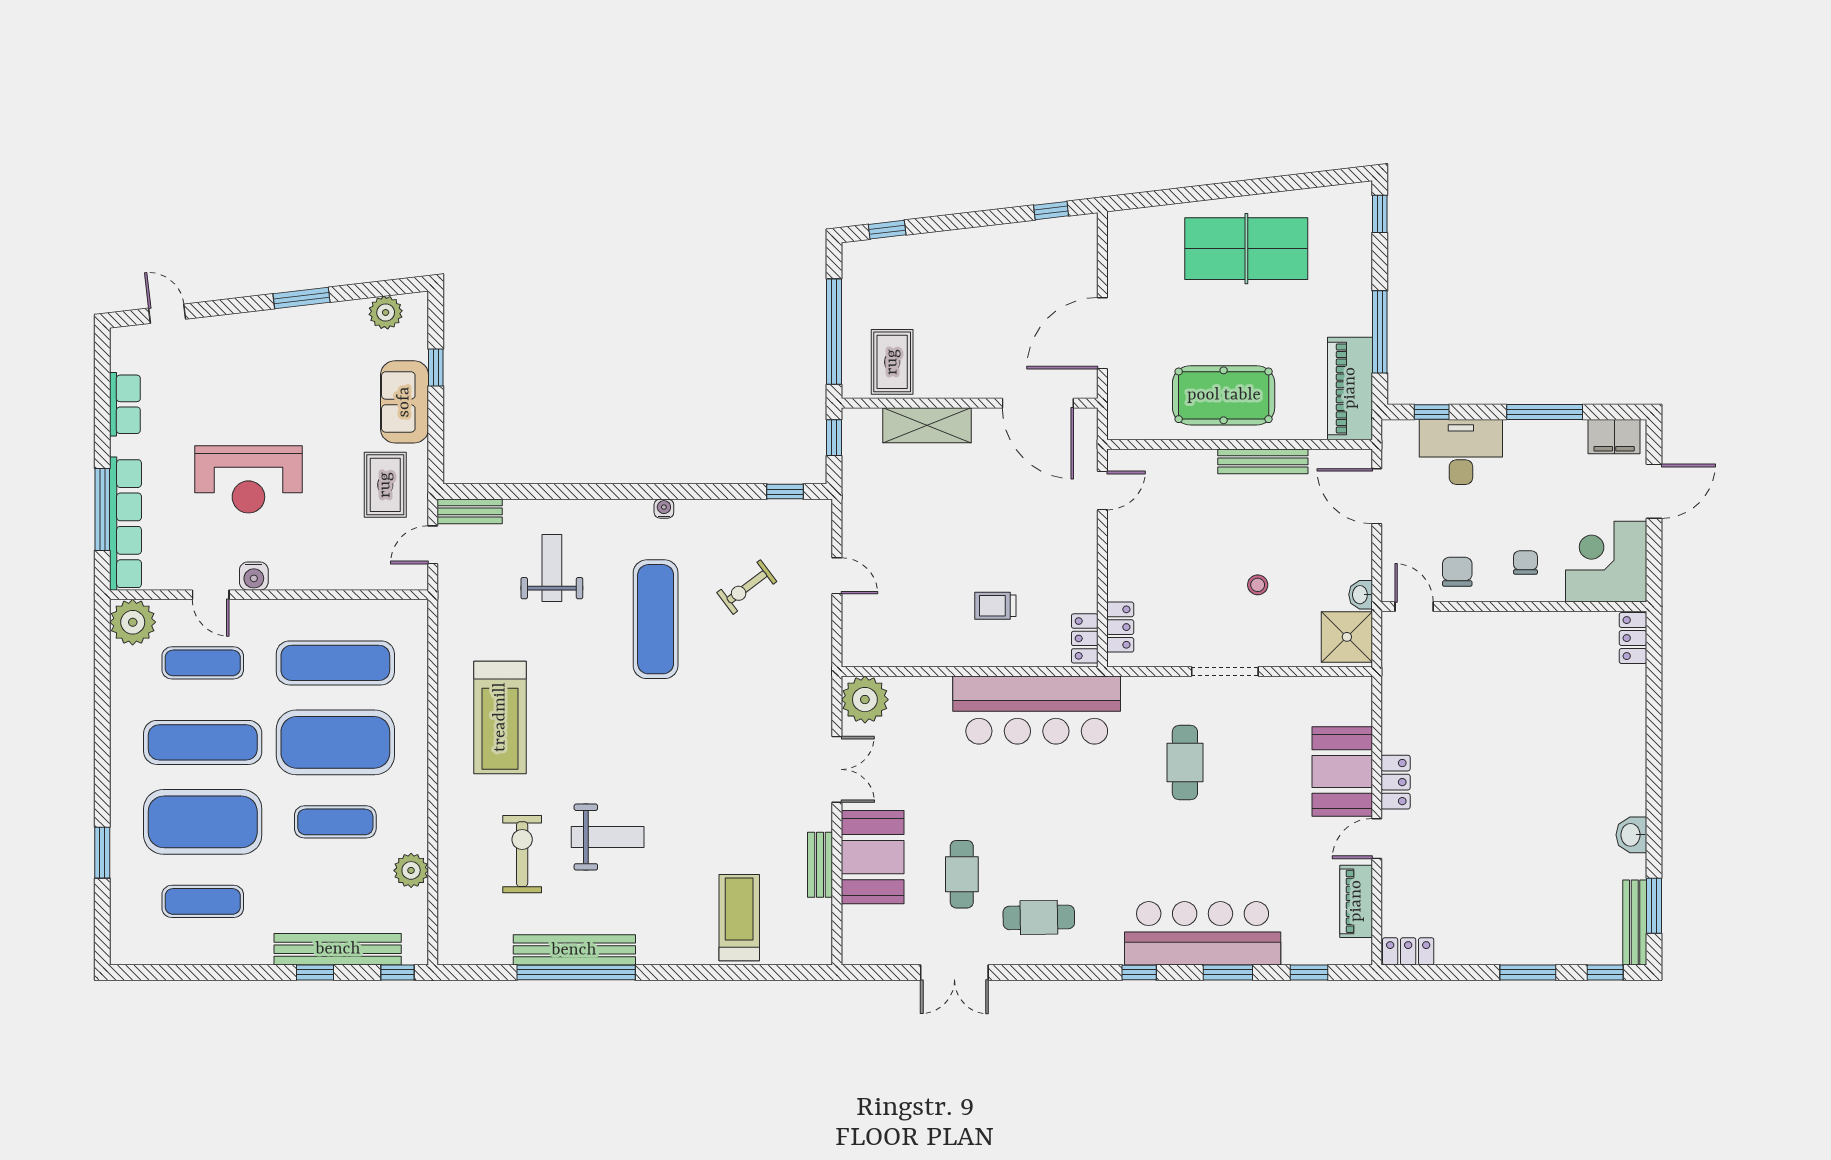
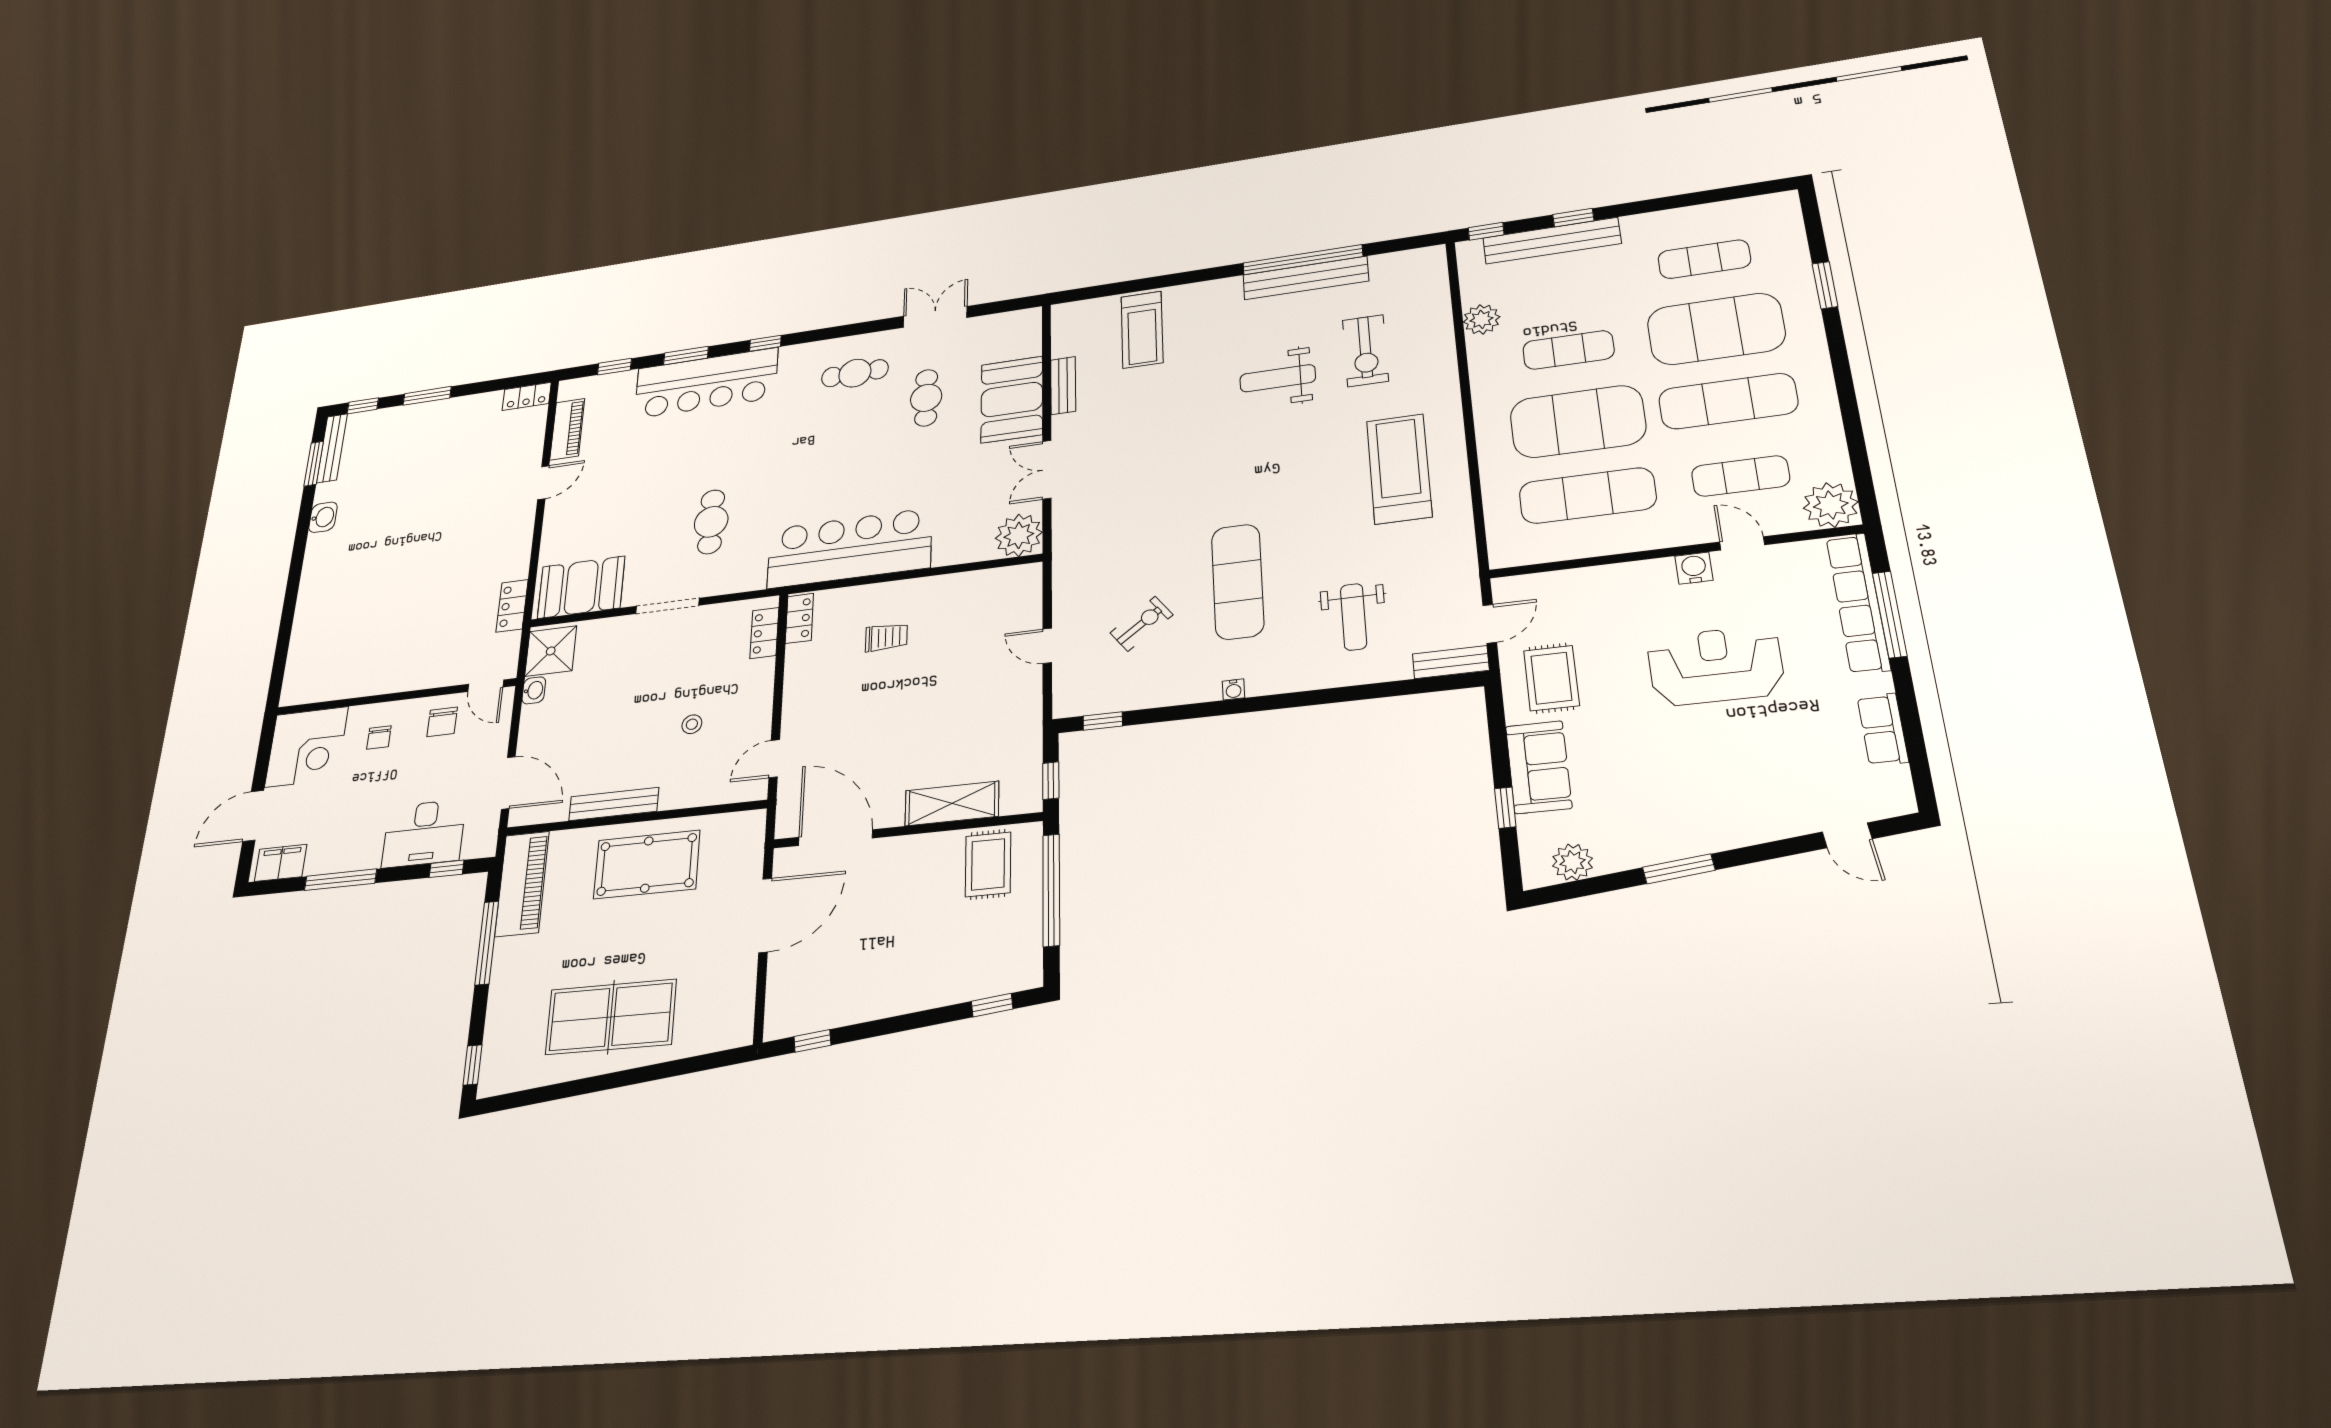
stool: (1258, 585) -> (692, 724), moved
locker: (1633, 638) -> (294, 682), removed
booth: (1342, 771) -> (581, 587), moved, turned 90
locker: (1396, 782) -> (512, 606), moved

